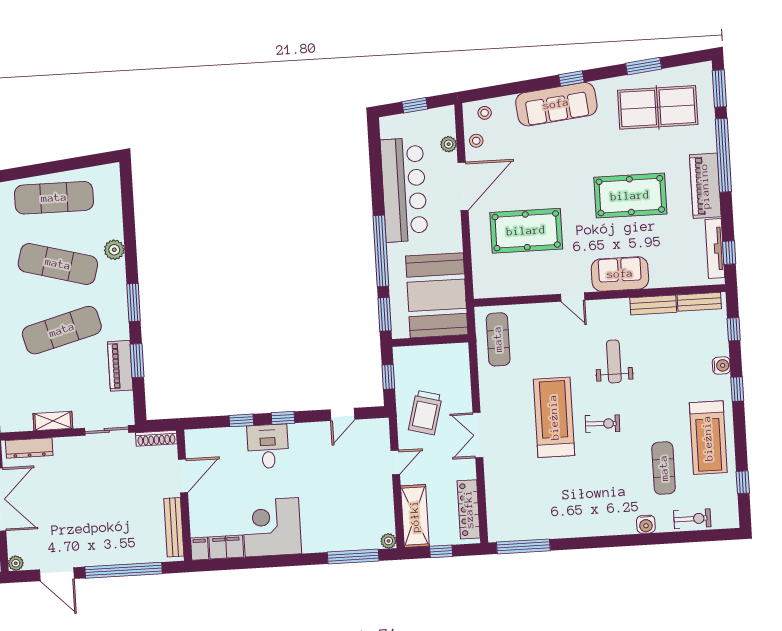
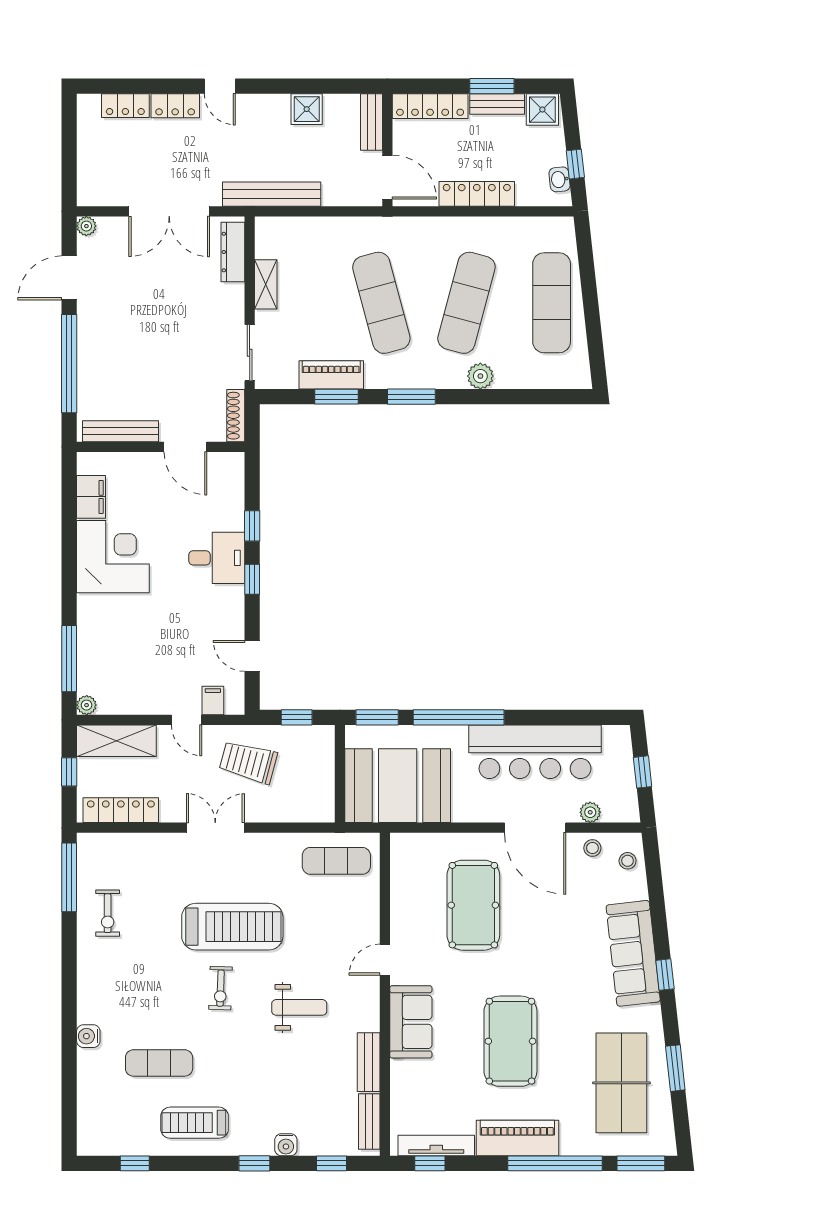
treadmill: (708, 438) -> (195, 1123), width x0.73, depth x0.73
exercise bike: (692, 519) -> (108, 913), moved
filing cabinet: (200, 549) -> (213, 701), moved, turned -90

